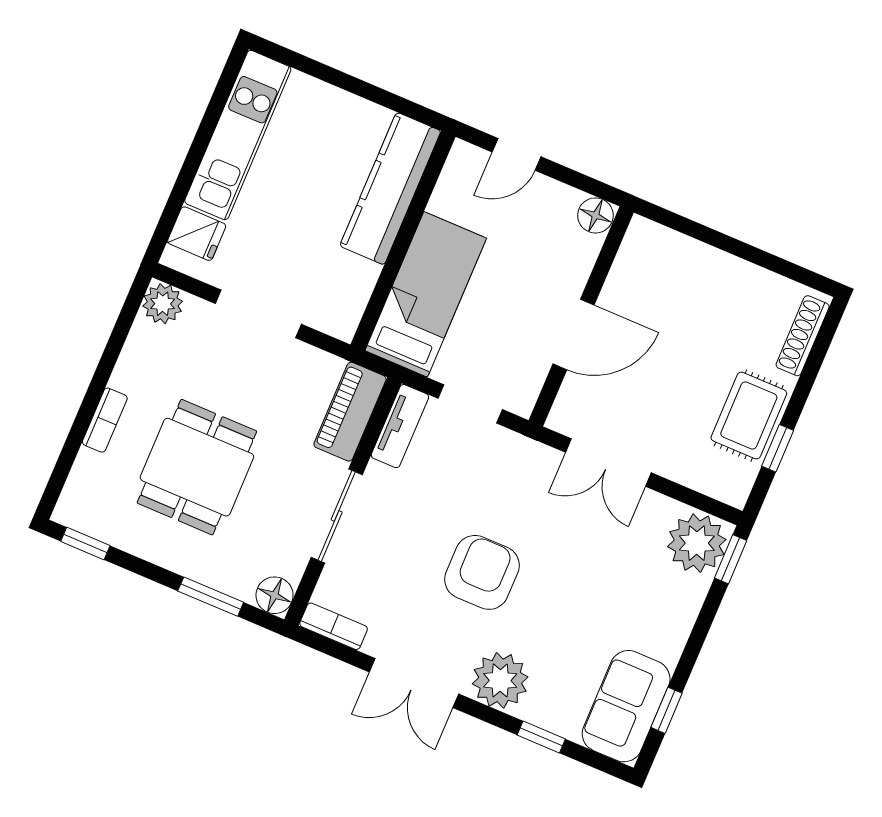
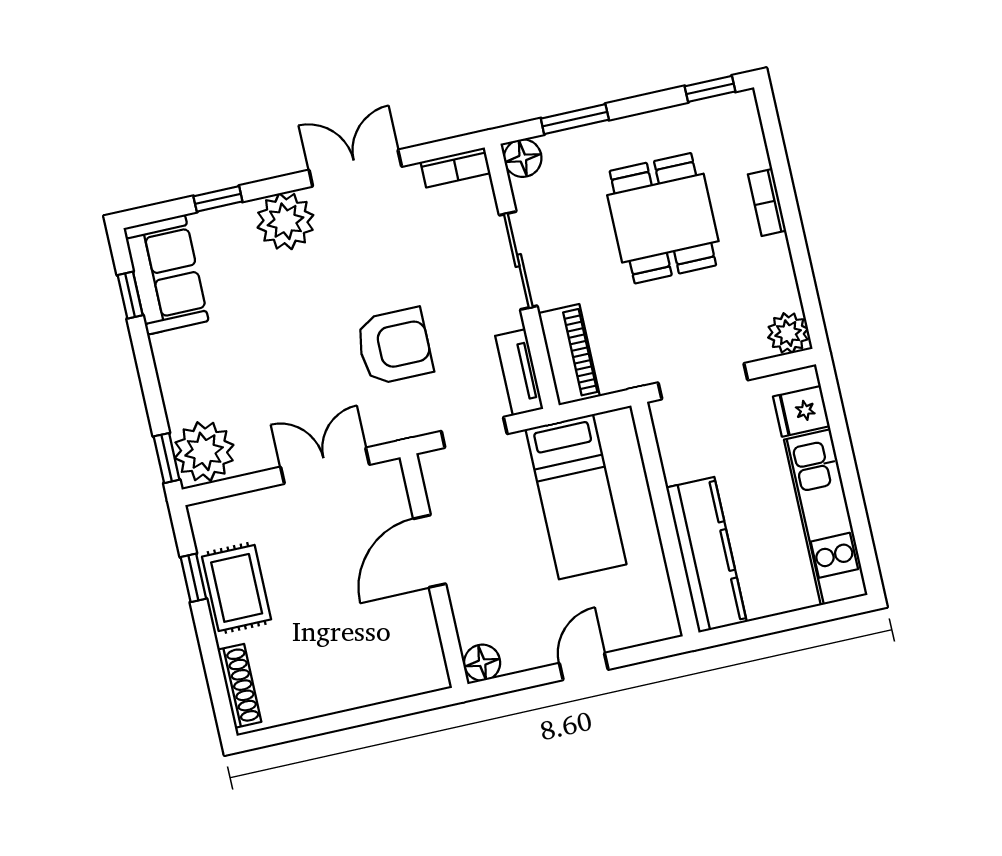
kitchen counter: (390, 188) -> (706, 555), moved
wall: (403, 241) -> (665, 519), moved
armchair: (482, 572) -> (394, 346), moved, turned -90

